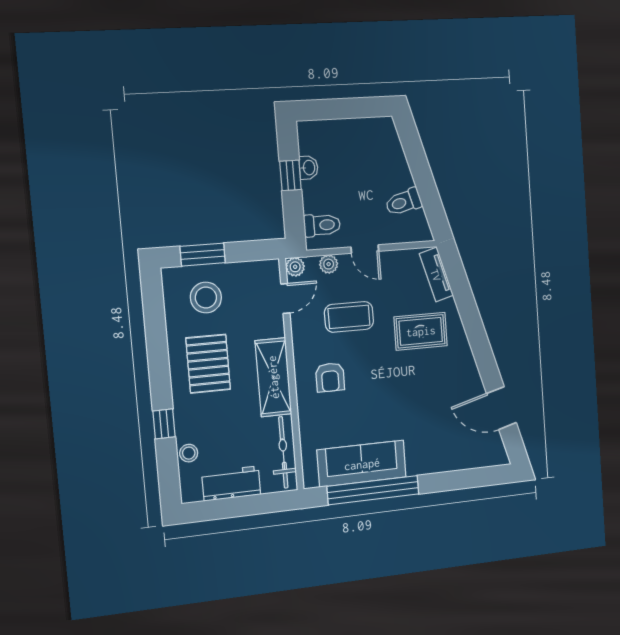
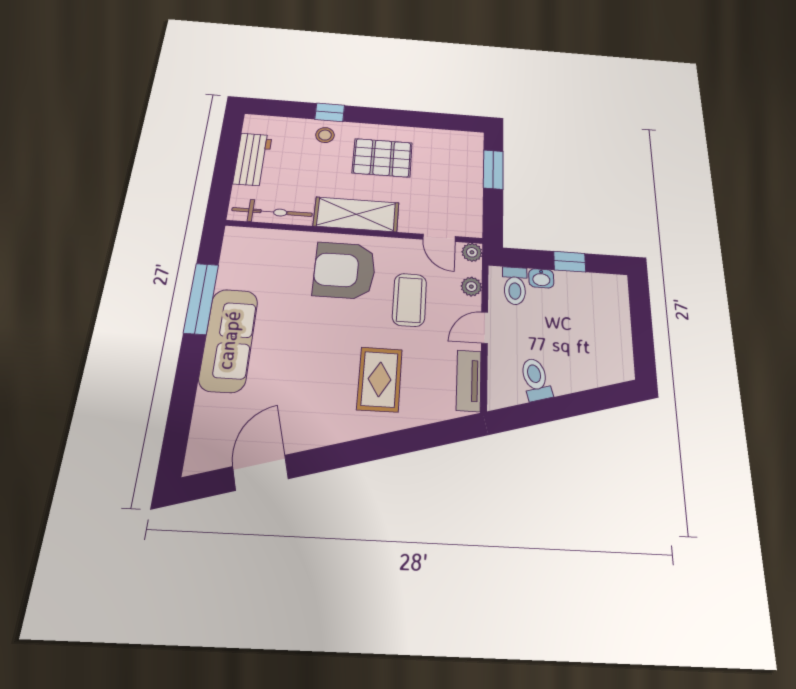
washbasin: (309, 168) -> (541, 278), moved
tv unit: (436, 275) -> (469, 381), moved, turned -75
stool: (206, 298) -> (450, 166), removed
armchair: (330, 377) -> (345, 270), width x1.88, depth x1.88
stool: (189, 453) -> (325, 135), moved
sofa: (362, 464) -> (229, 340), moved
window: (373, 490) -> (201, 298), width x0.68

